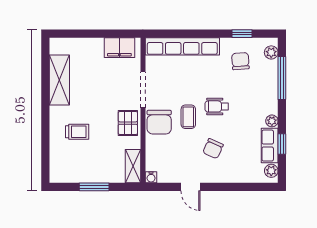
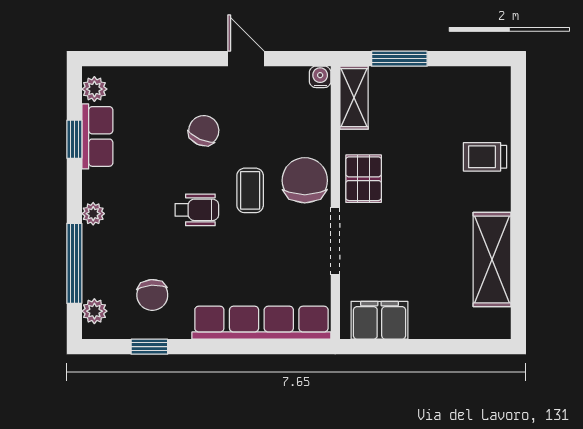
plant: (272, 121) -> (93, 214), moved
trolley: (77, 132) -> (485, 157), moved
window: (94, 187) -> (399, 59), moved

